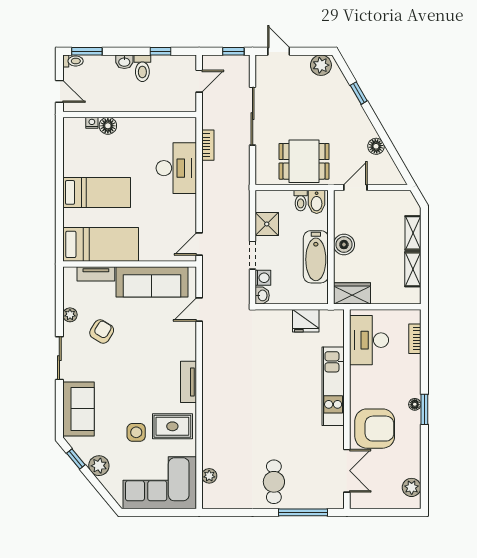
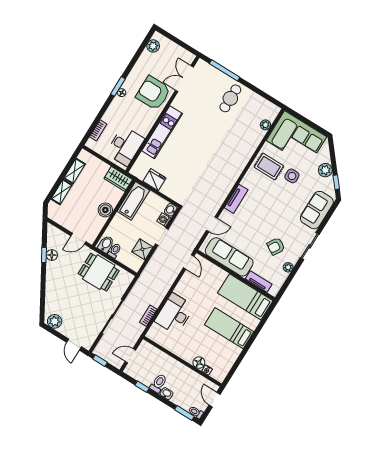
window: (359, 93) -> (44, 255), moved
door: (199, 244) -> (189, 262), hinge flipped
bathtub: (316, 257) -> (133, 201), moved
tv unit: (189, 382) -> (236, 199), moved

